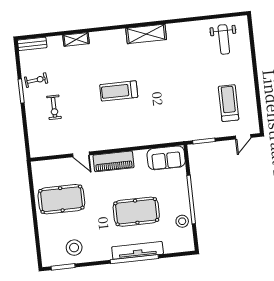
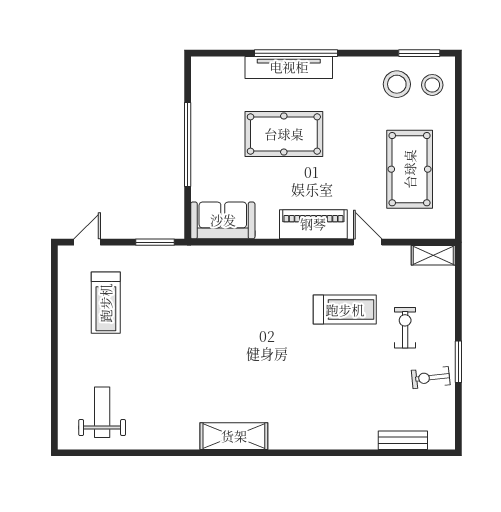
shelving: (76, 39) -> (433, 255), moved
bench: (32, 44) -> (403, 440), moved
treadmill: (119, 91) -> (345, 310), moved
pool table: (61, 199) -> (410, 169), turned 90
stool: (182, 221) -> (432, 85), moved

